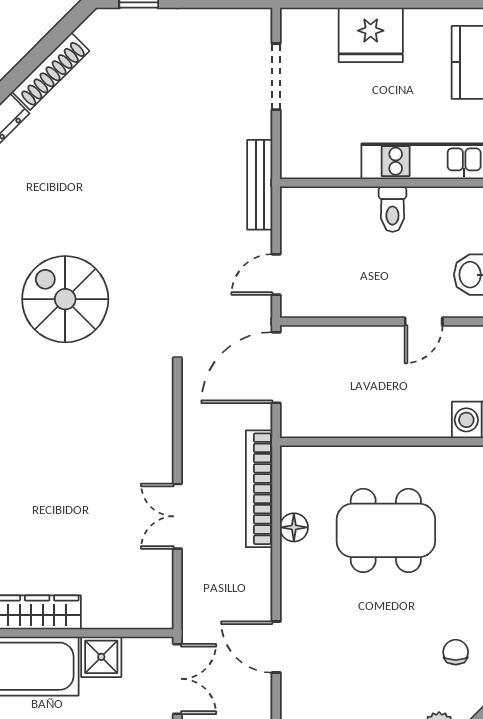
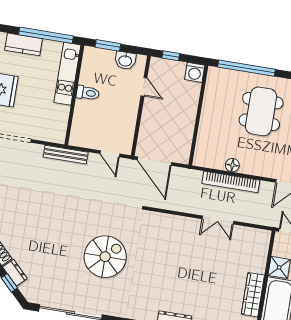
spiral stairs: (65, 299) -> (105, 257), turned 180
bookcase: (259, 489) -> (231, 182), moved
dining table: (386, 530) -> (261, 111), moved

